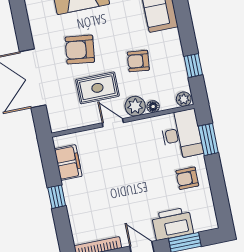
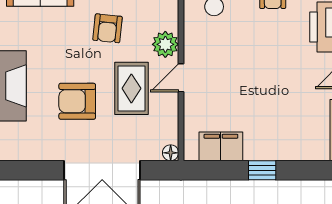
armchair: (80, 50) -> (77, 101), turned 83
floor lamp: (153, 107) -> (171, 153), moved

